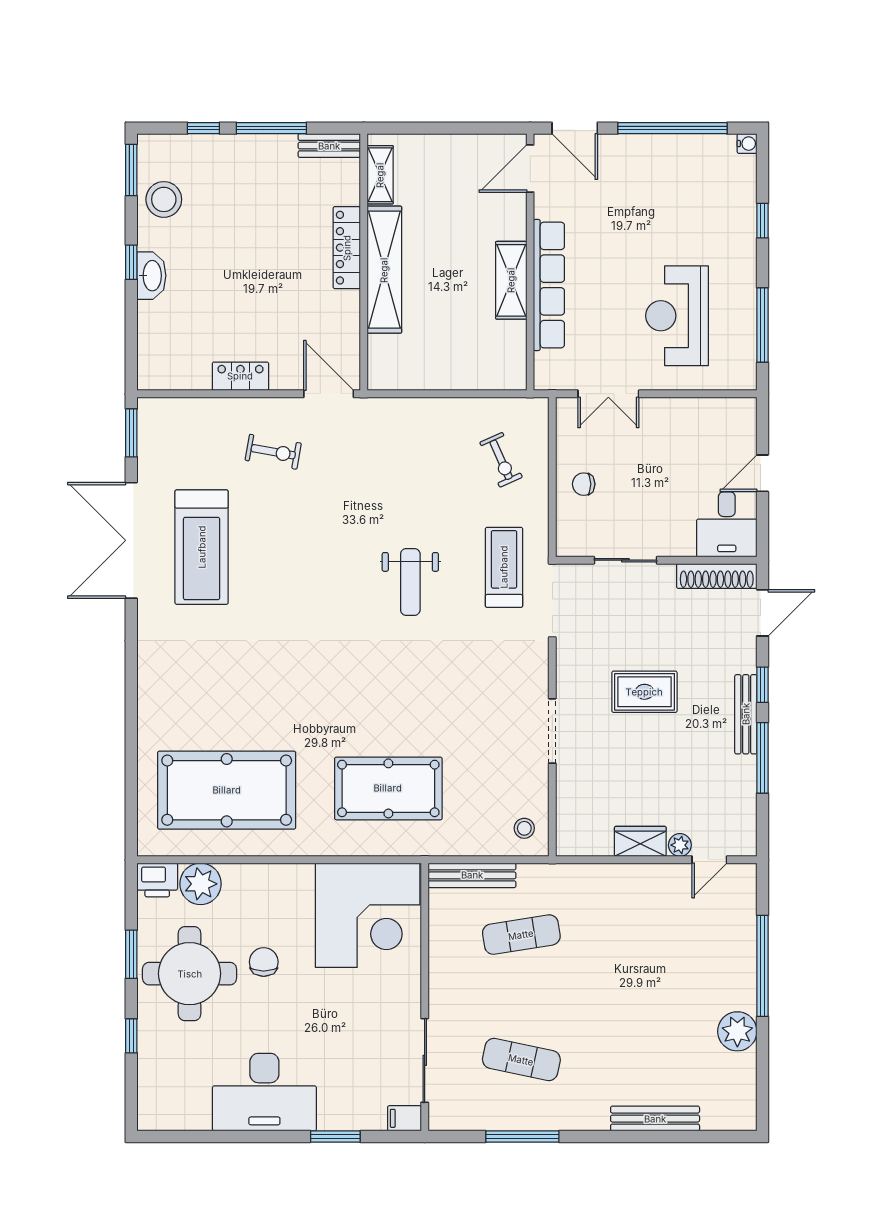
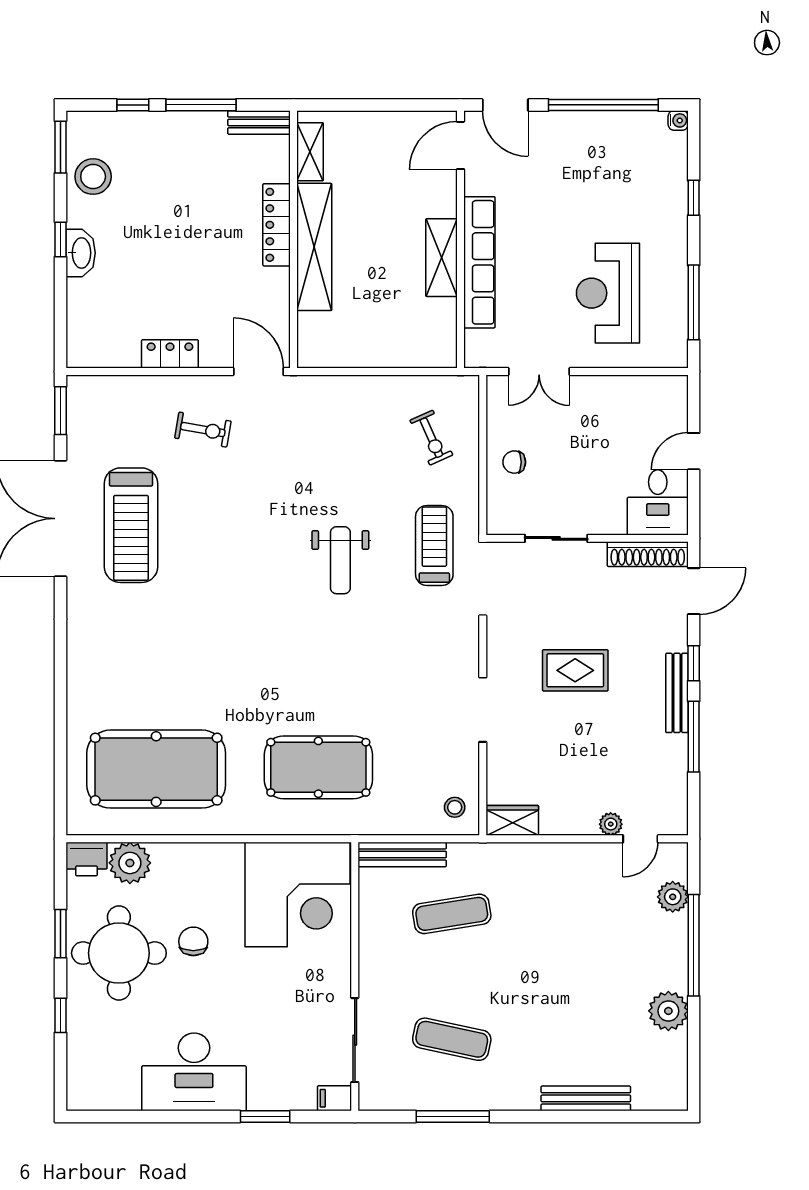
wardrobe: (640, 841) -> (512, 820), moved
plant: (742, 918) -> (673, 897), added

